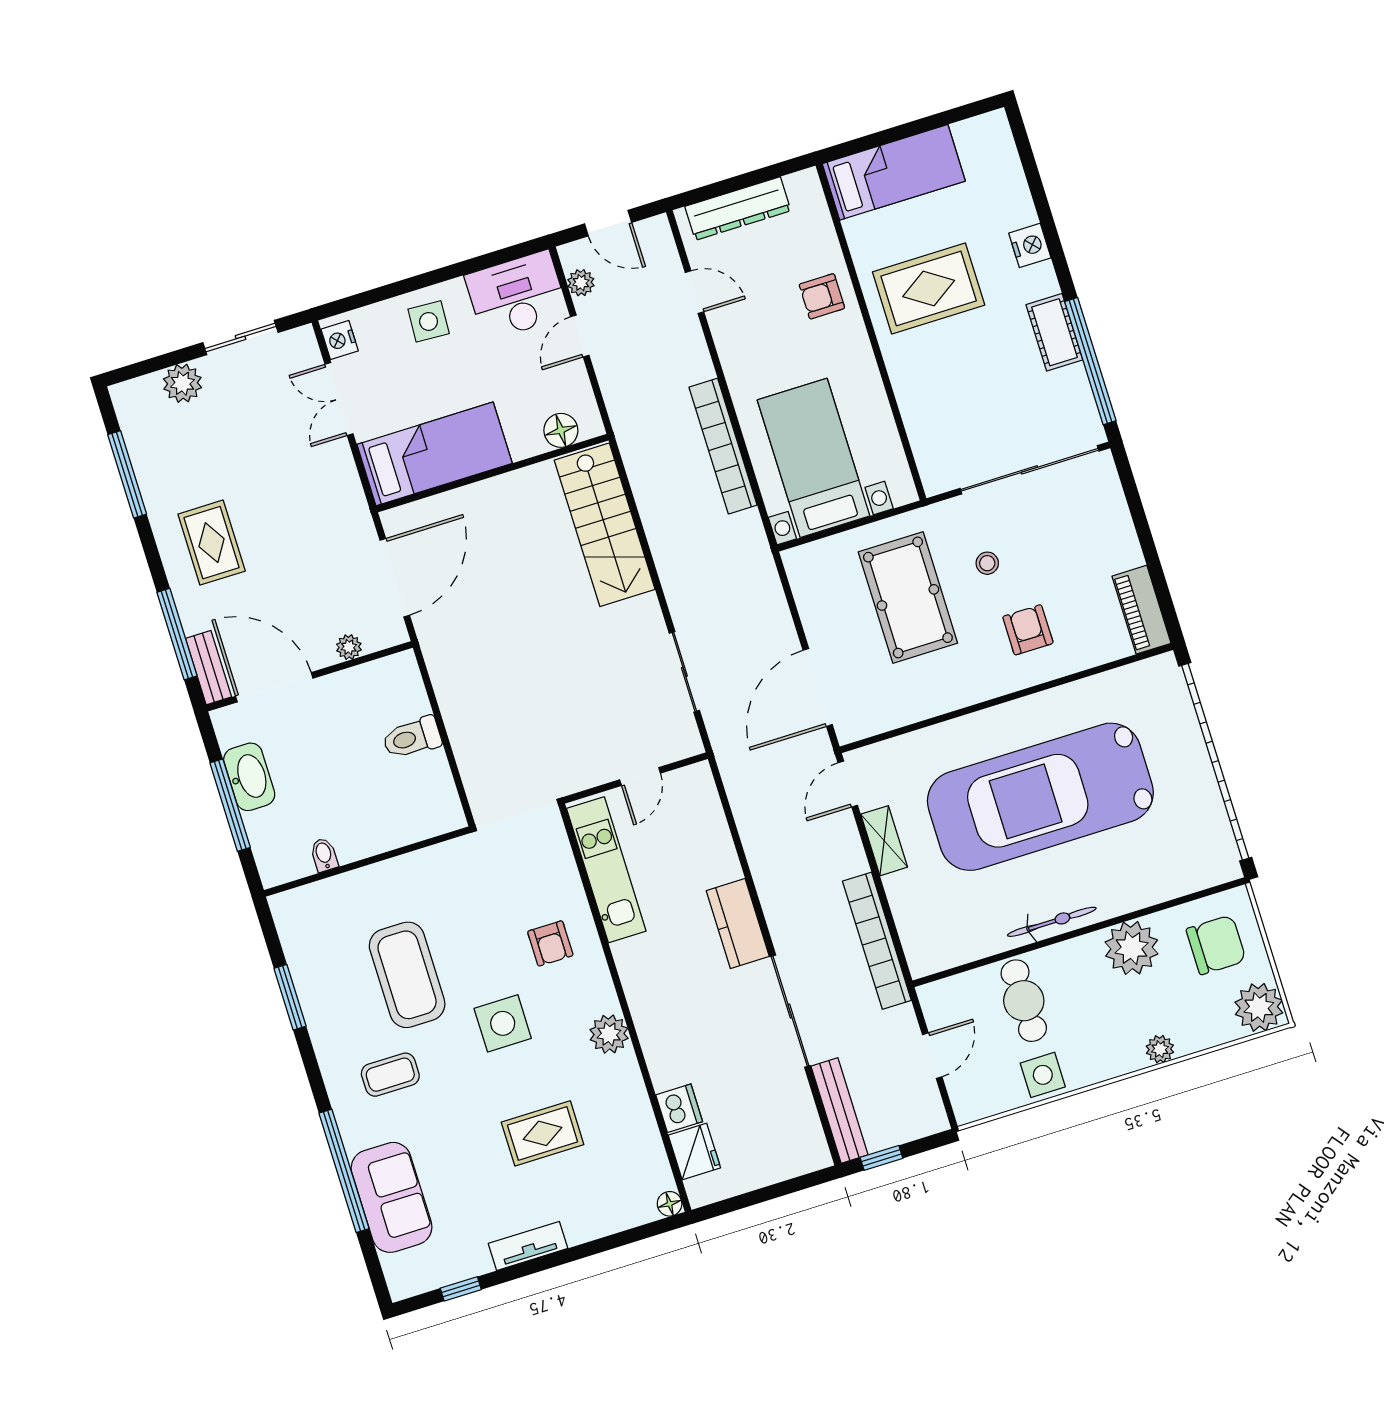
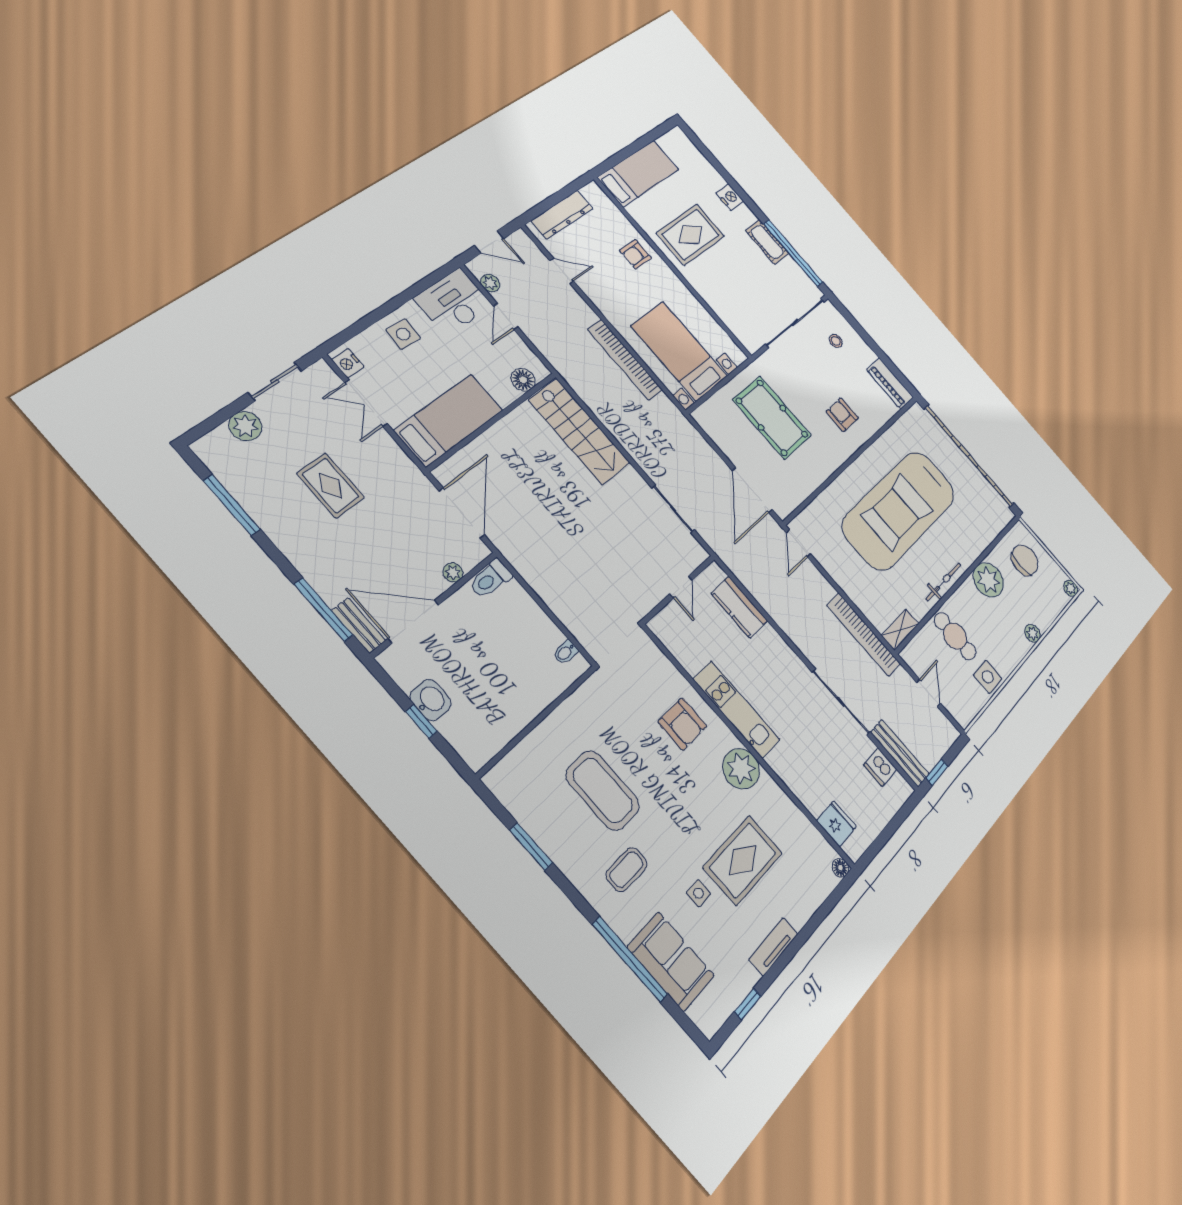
rug: (212, 543) -> (331, 486), moved
stool: (987, 563) -> (836, 341), moved
toilet: (412, 738) -> (490, 579), moved
washbasin: (249, 777) -> (431, 700), width x0.72
window: (230, 805) -> (421, 722), width x0.46
shelving: (884, 841) -> (900, 630), moved, turned 90
bidet: (324, 855) -> (566, 652), moved, turned -90
kitchen unit: (606, 870) -> (737, 710), moved
kitchen counter: (738, 924) -> (739, 607), moved
armchair: (550, 943) -> (682, 724), width x1.38, depth x1.38
plant: (1259, 1007) -> (1071, 588), width x0.53, depth x0.53
side table: (503, 1023) -> (699, 893), moved, width x0.54, depth x0.54
plant: (609, 1034) -> (741, 769), width x1.36, depth x1.36
dishwasher: (679, 1108) -> (880, 767), moved, turned 180
rug: (543, 1133) -> (743, 860), width x1.36, depth x1.43

